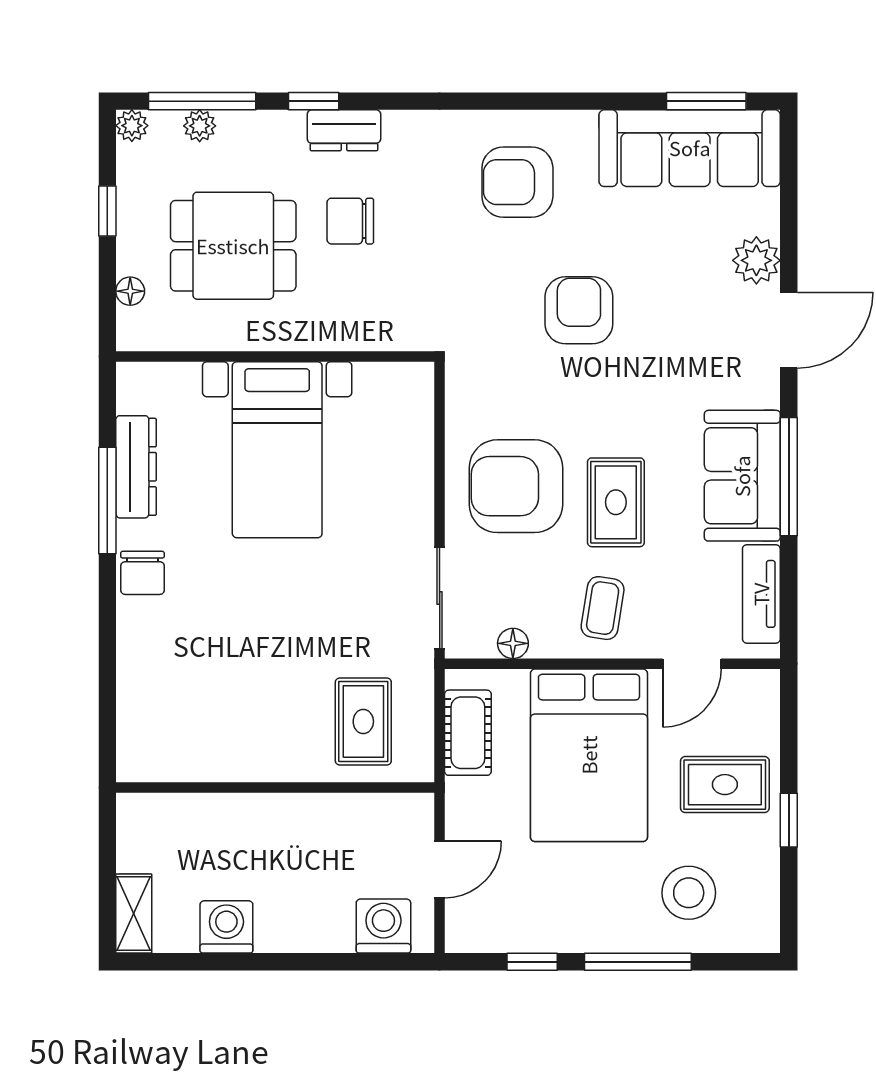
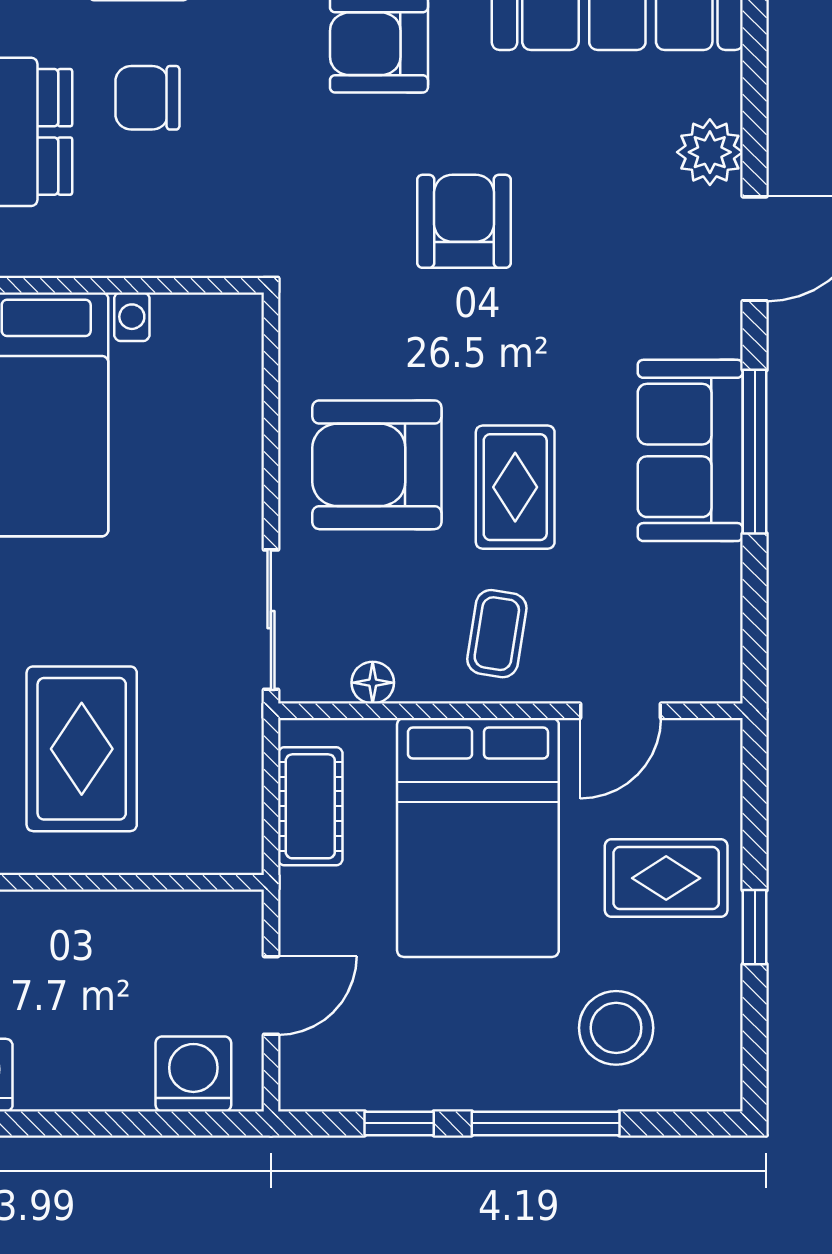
tv unit: (761, 594) -> (717, 614), removed
rug: (363, 721) -> (82, 749), moved, width x1.36, depth x1.43

